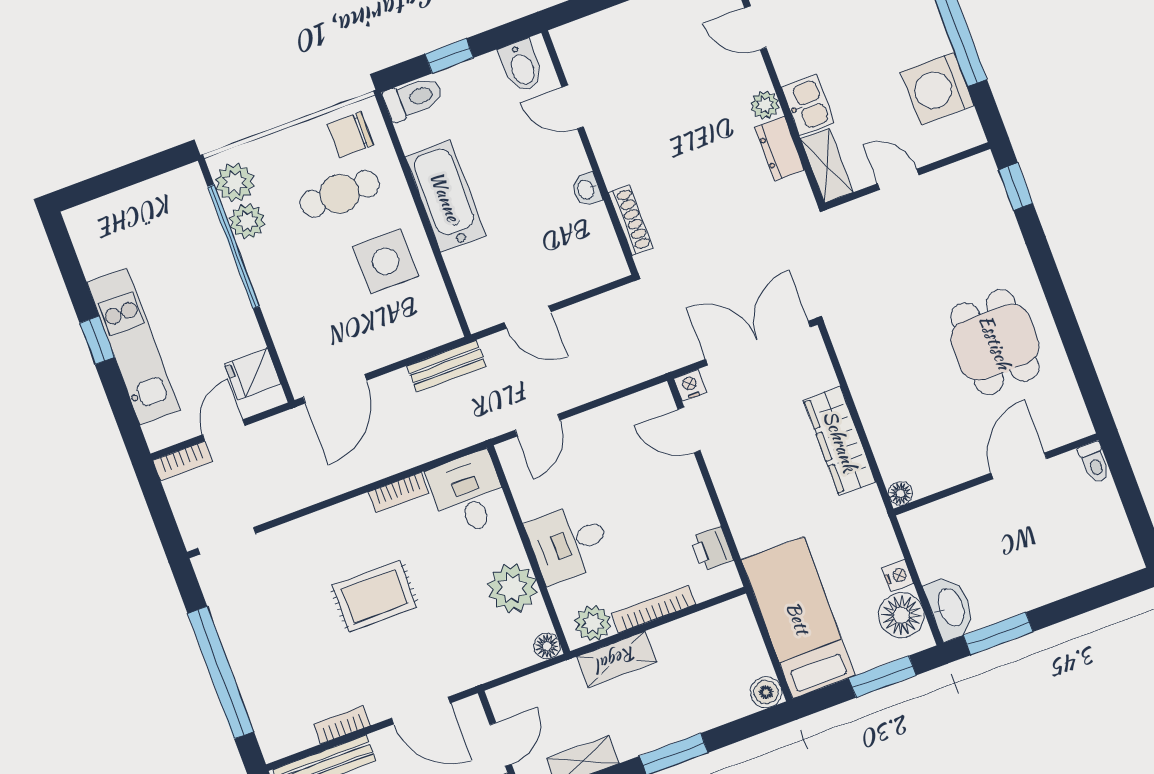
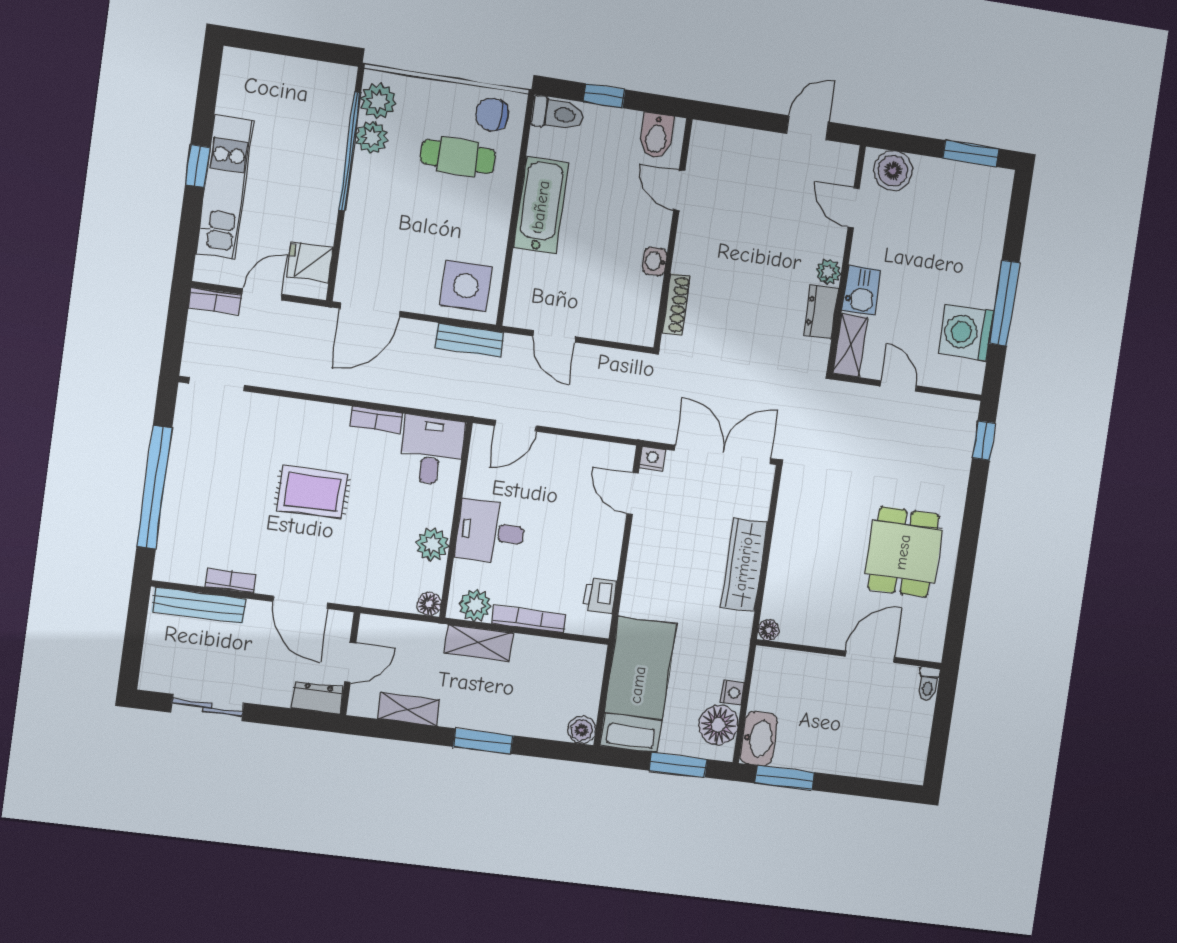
side table: (386, 261) -> (466, 286), moved
plant: (512, 588) -> (432, 544), width x0.73, depth x0.73

